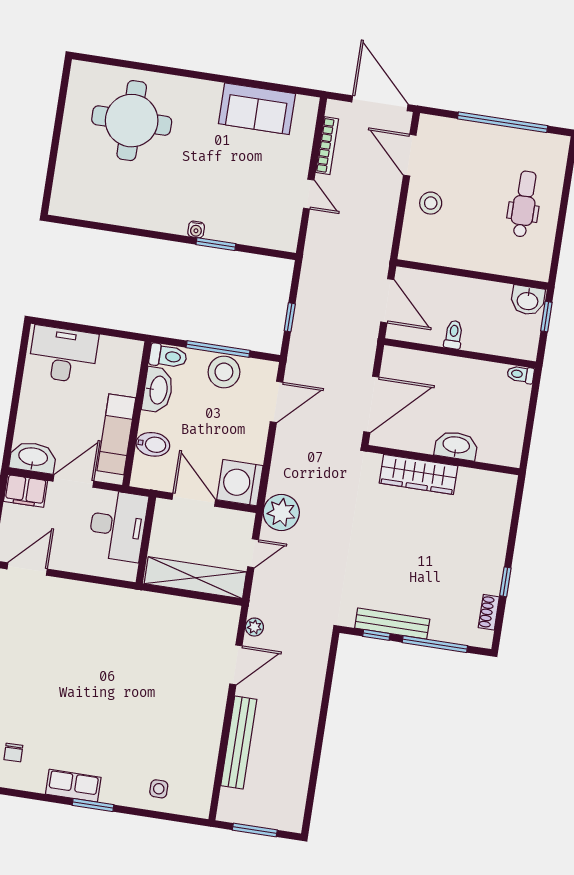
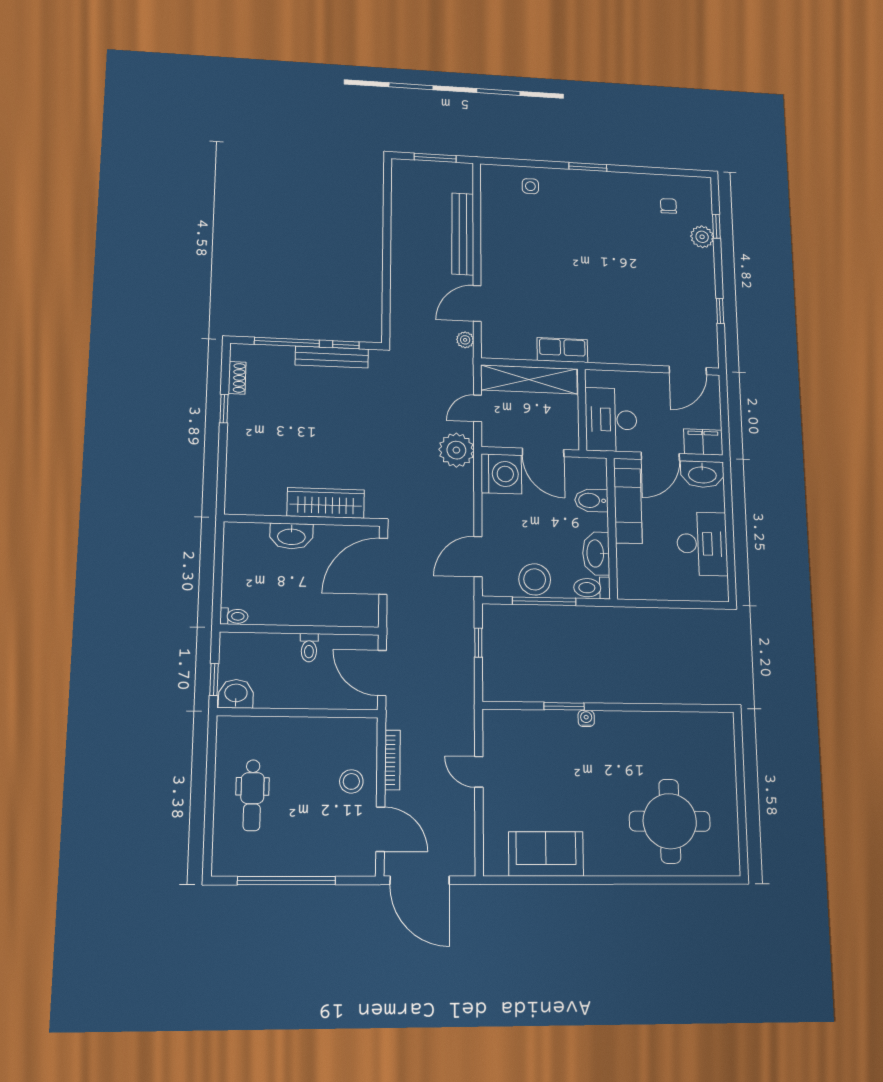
bookcase: (327, 146) -> (392, 760), moved, turned 180
desk: (63, 355) -> (702, 544), moved, turned -90
row of seats: (73, 786) -> (562, 350), moved, turned 180

